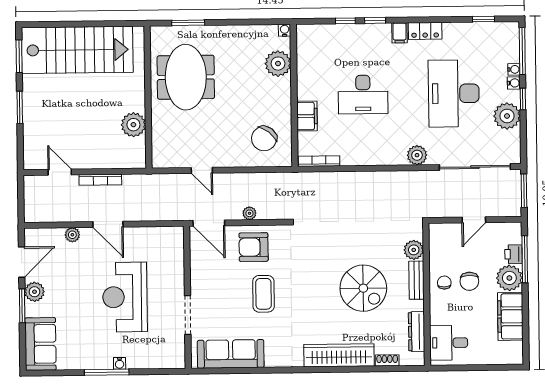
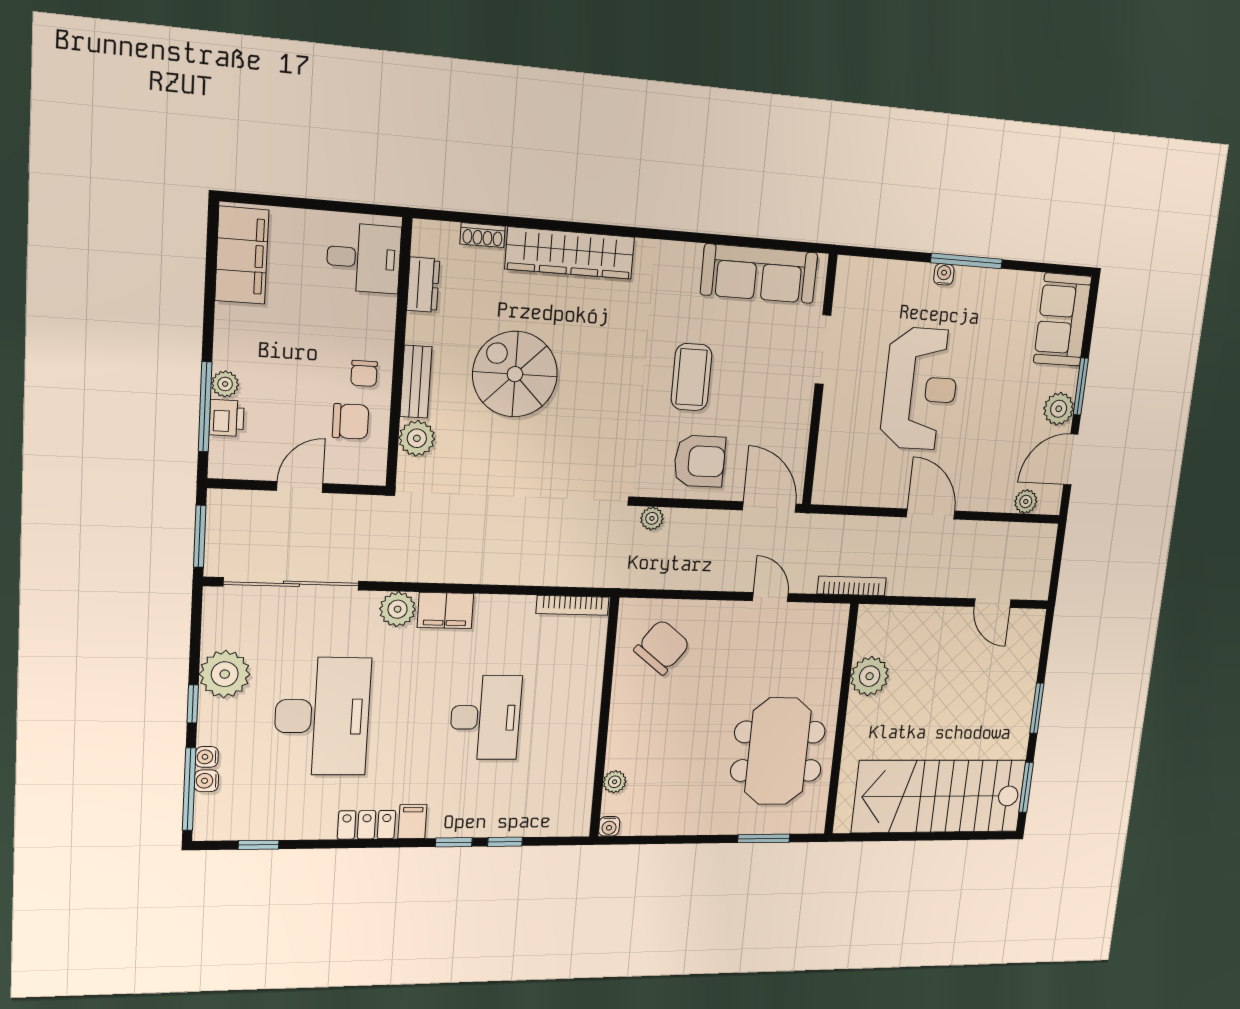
plant: (278, 64) -> (615, 782), width x0.53, depth x0.53
water cooler: (514, 83) -> (206, 781), moved
desk: (363, 95) -> (486, 718), turned 90
filing cabinet: (307, 116) -> (445, 610), moved, turned -90
bookcase: (100, 180) -> (852, 586), moved
plant: (249, 213) -> (652, 518), moved
plant: (72, 235) -> (1026, 501), moved
plant: (509, 278) -> (225, 384), width x0.53, depth x0.53
chair: (469, 281) -> (351, 421), moved, turned 90
filing cabinet: (510, 316) -> (242, 255), moved
dresser: (417, 332) -> (423, 285), width x0.70

